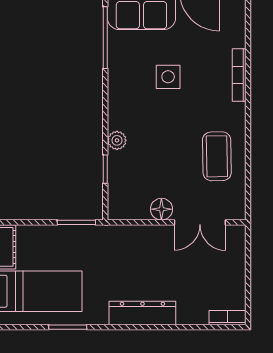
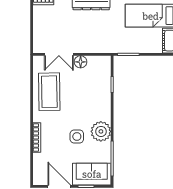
plant: (117, 140) -> (101, 131), moved, width x1.87, depth x1.87
coffee table: (217, 156) -> (49, 92), width x1.36, depth x1.32
double door: (200, 222) -> (59, 54), swing flipped

